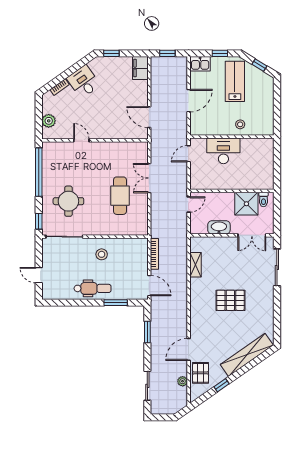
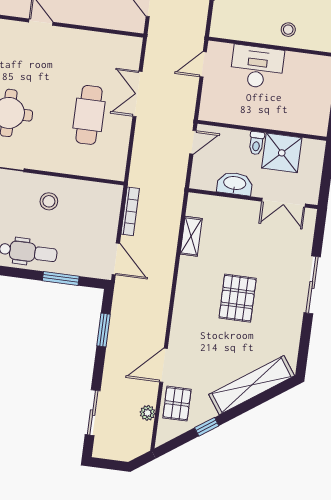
toilet: (263, 200) -> (256, 143), moved
sliding door: (277, 267) -> (312, 285), moved
pallet: (230, 300) -> (238, 298), turned 90

